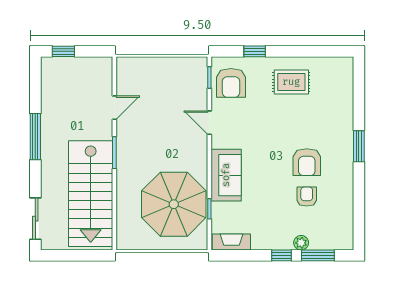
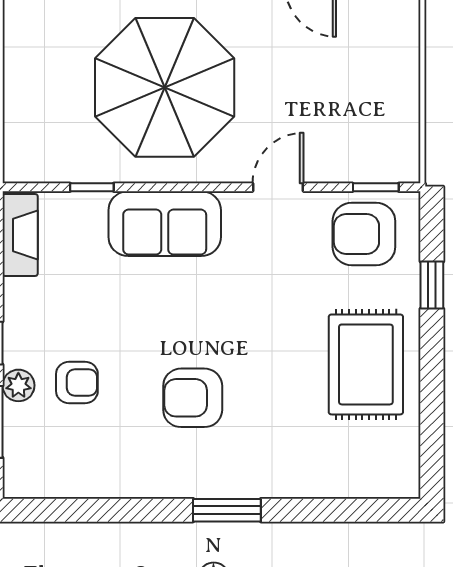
rug: (291, 82) -> (366, 364), width x1.36, depth x1.43
armchair: (307, 197) -> (77, 383), moved
parasol: (174, 204) -> (165, 87), moved

